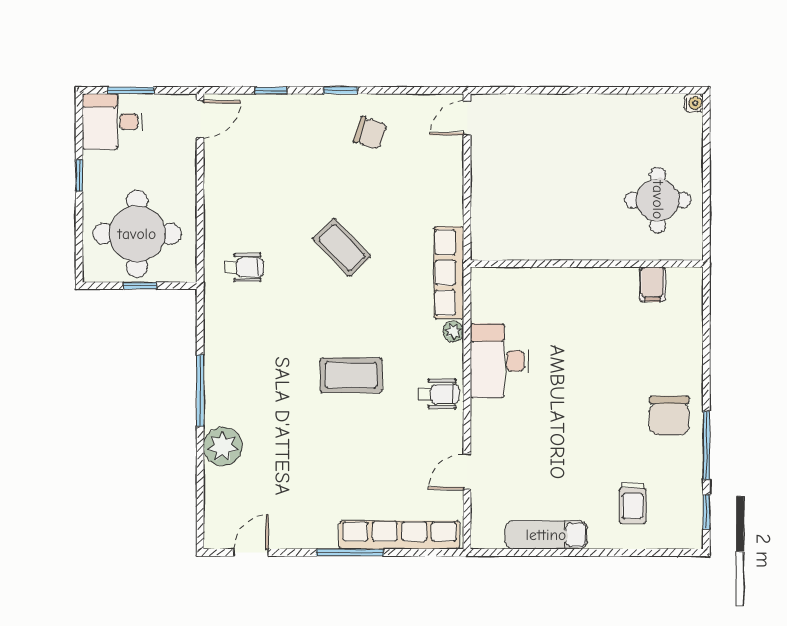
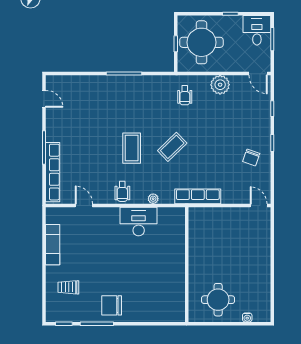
water cooler: (694, 103) -> (247, 317), moved
coffee table: (342, 247) -> (172, 147), moved
row of seats: (449, 273) -> (198, 196), moved
filing cabinet: (652, 284) -> (177, 297), removed
plant: (223, 446) -> (220, 85), moved

